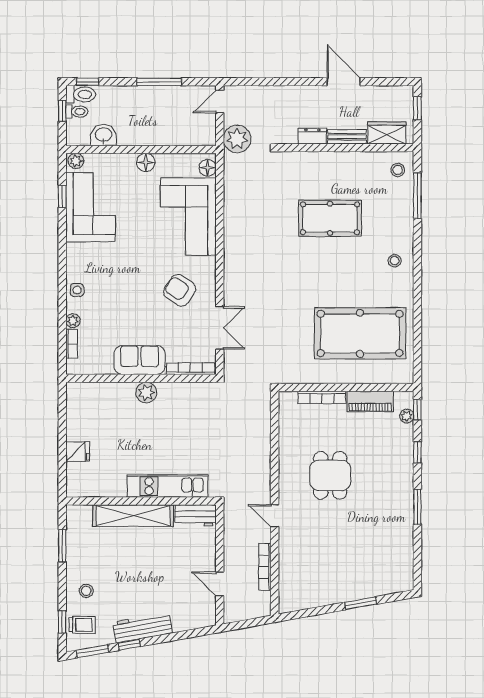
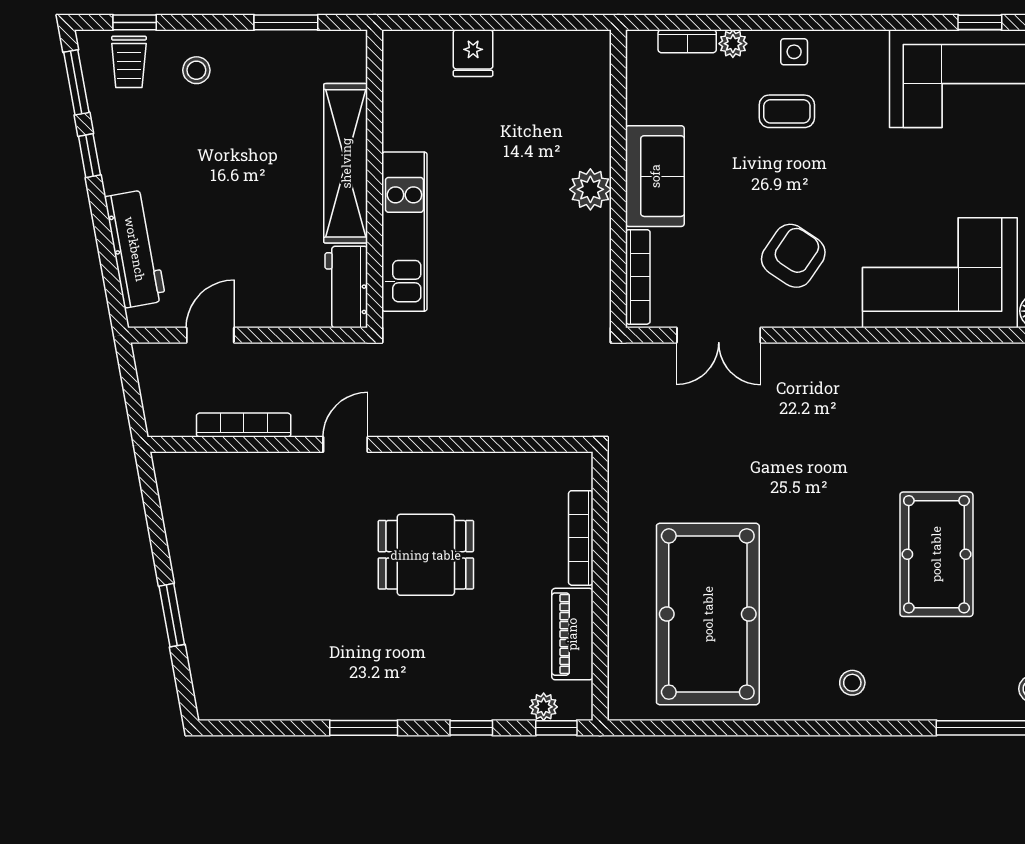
coffee table: (107, 294) -> (787, 111), added
workbench: (143, 628) -> (135, 249), moved

